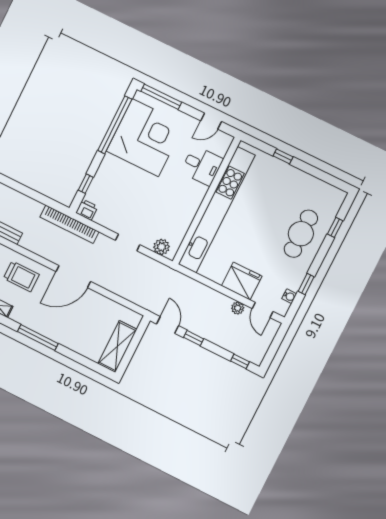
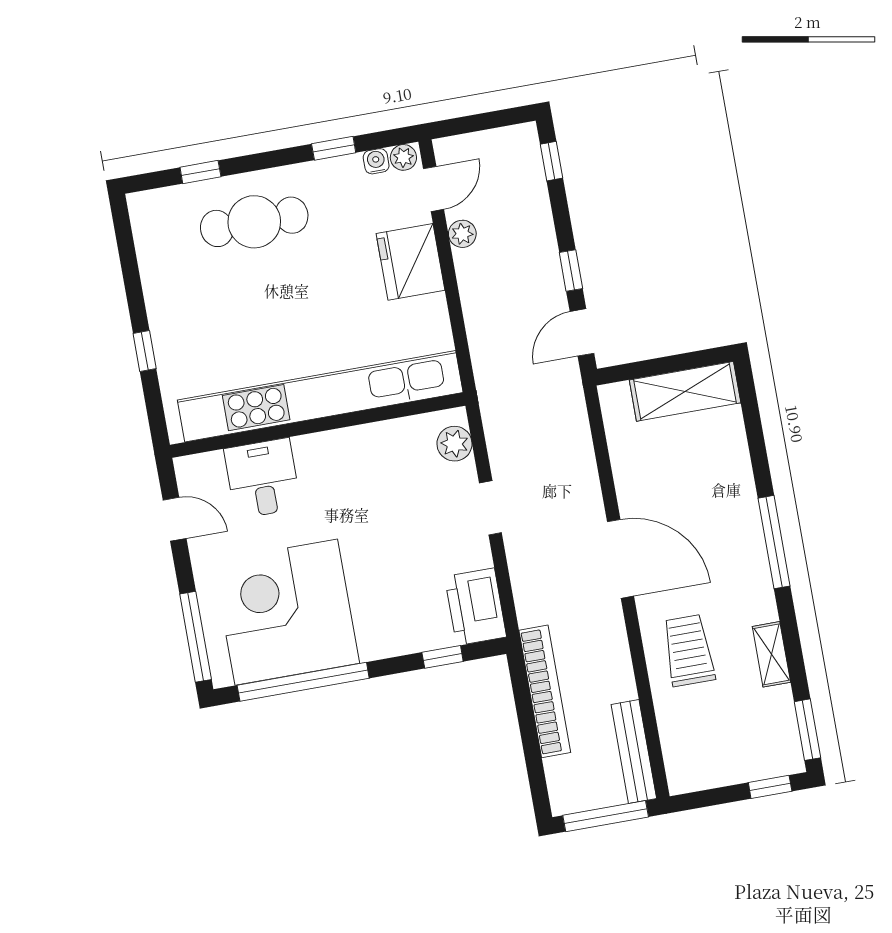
printer: (87, 210) -> (476, 607), width x1.87, depth x1.48
bookcase: (69, 224) -> (545, 691), moved
plant: (283, 308) -> (403, 157), added

